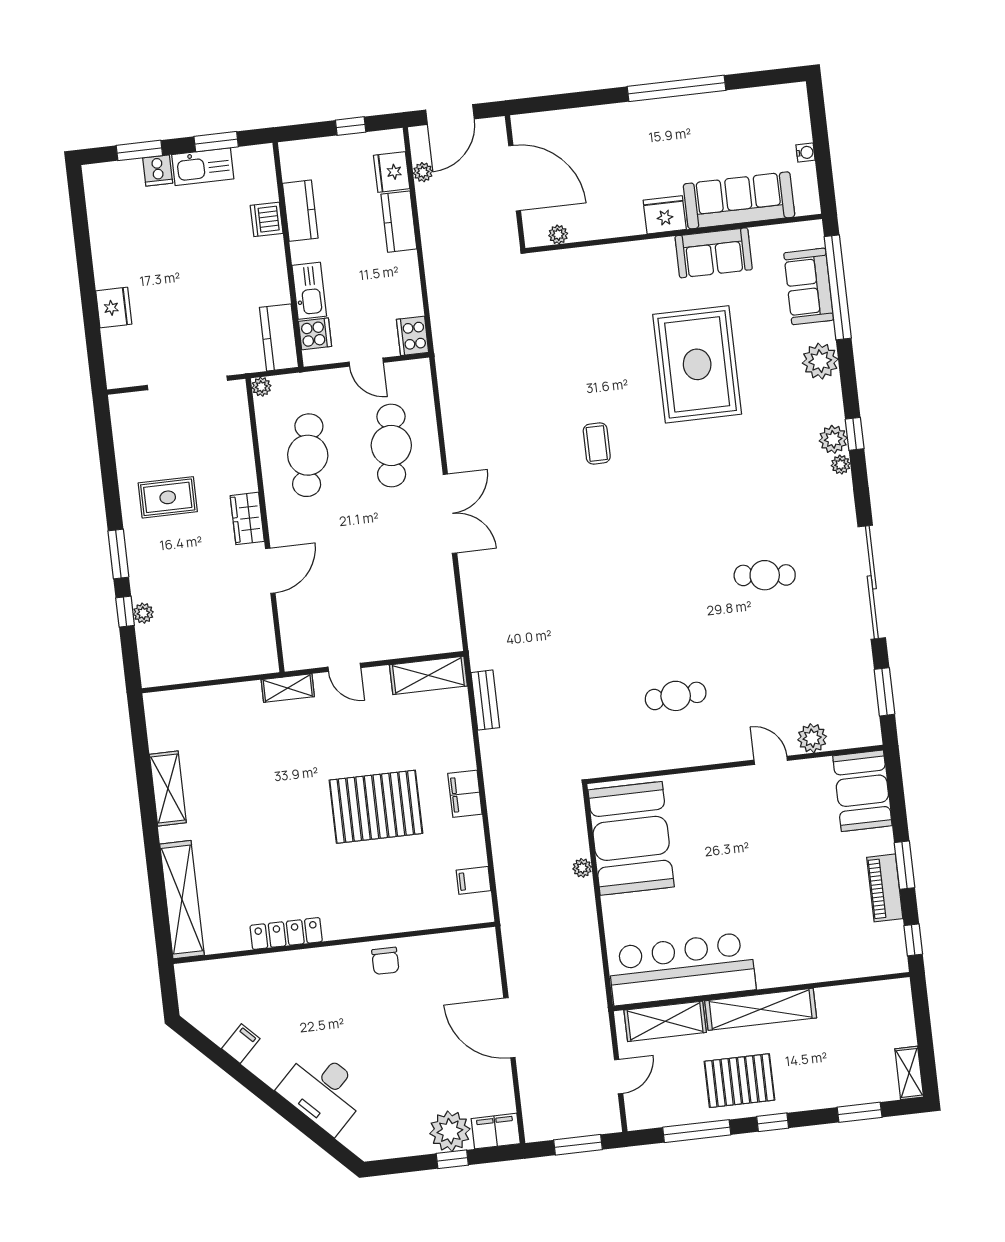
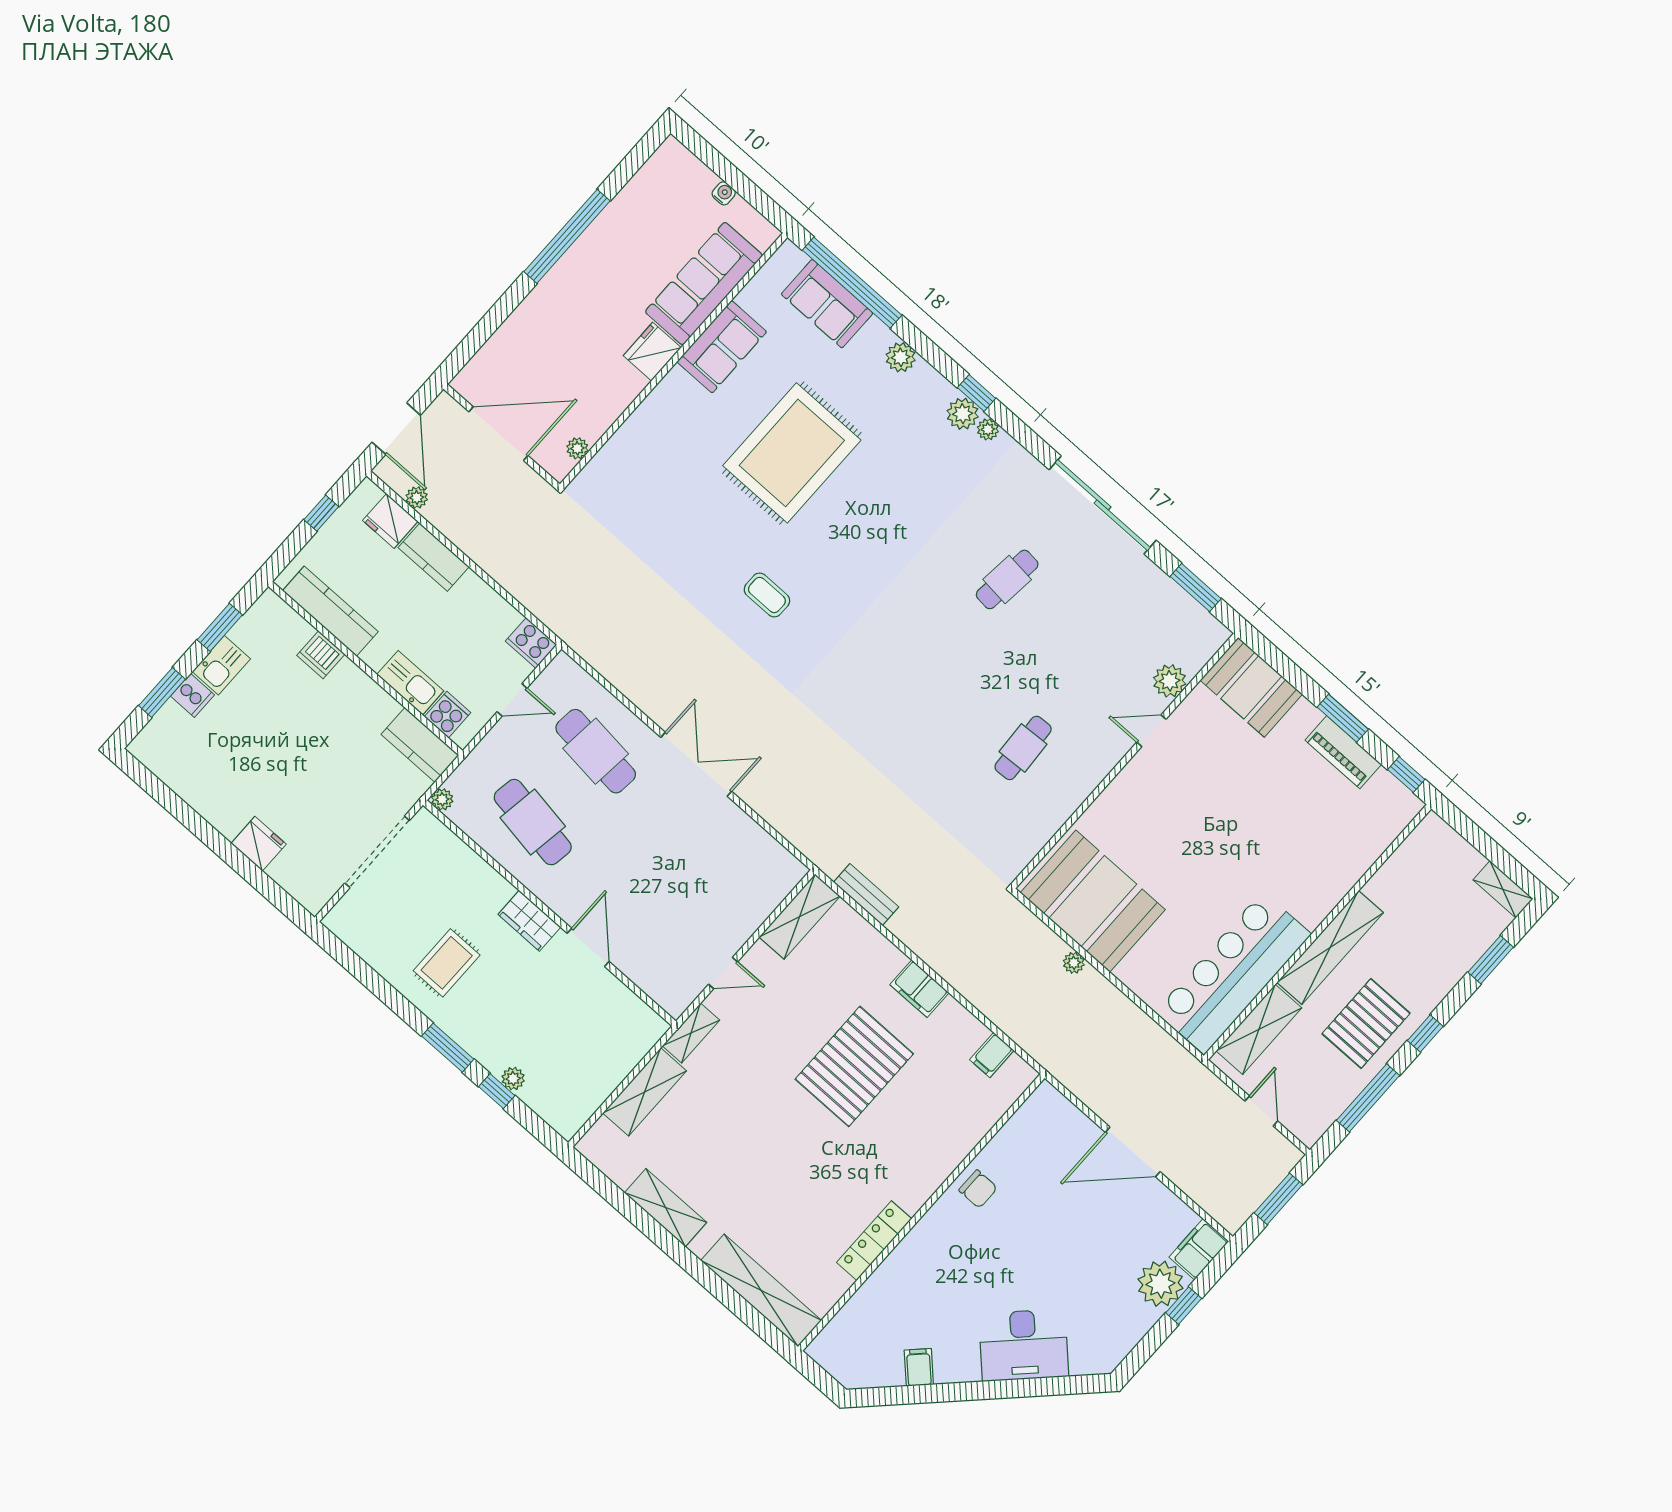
kitchen sink: (203, 167) -> (221, 665), width x0.73
kitchen counter: (300, 211) -> (330, 611), width x1.50
plant: (820, 361) -> (901, 357), width x0.73, depth x0.73
rug: (697, 364) -> (792, 453), turned 90
shelving: (222, 700) -> (645, 1092), added

